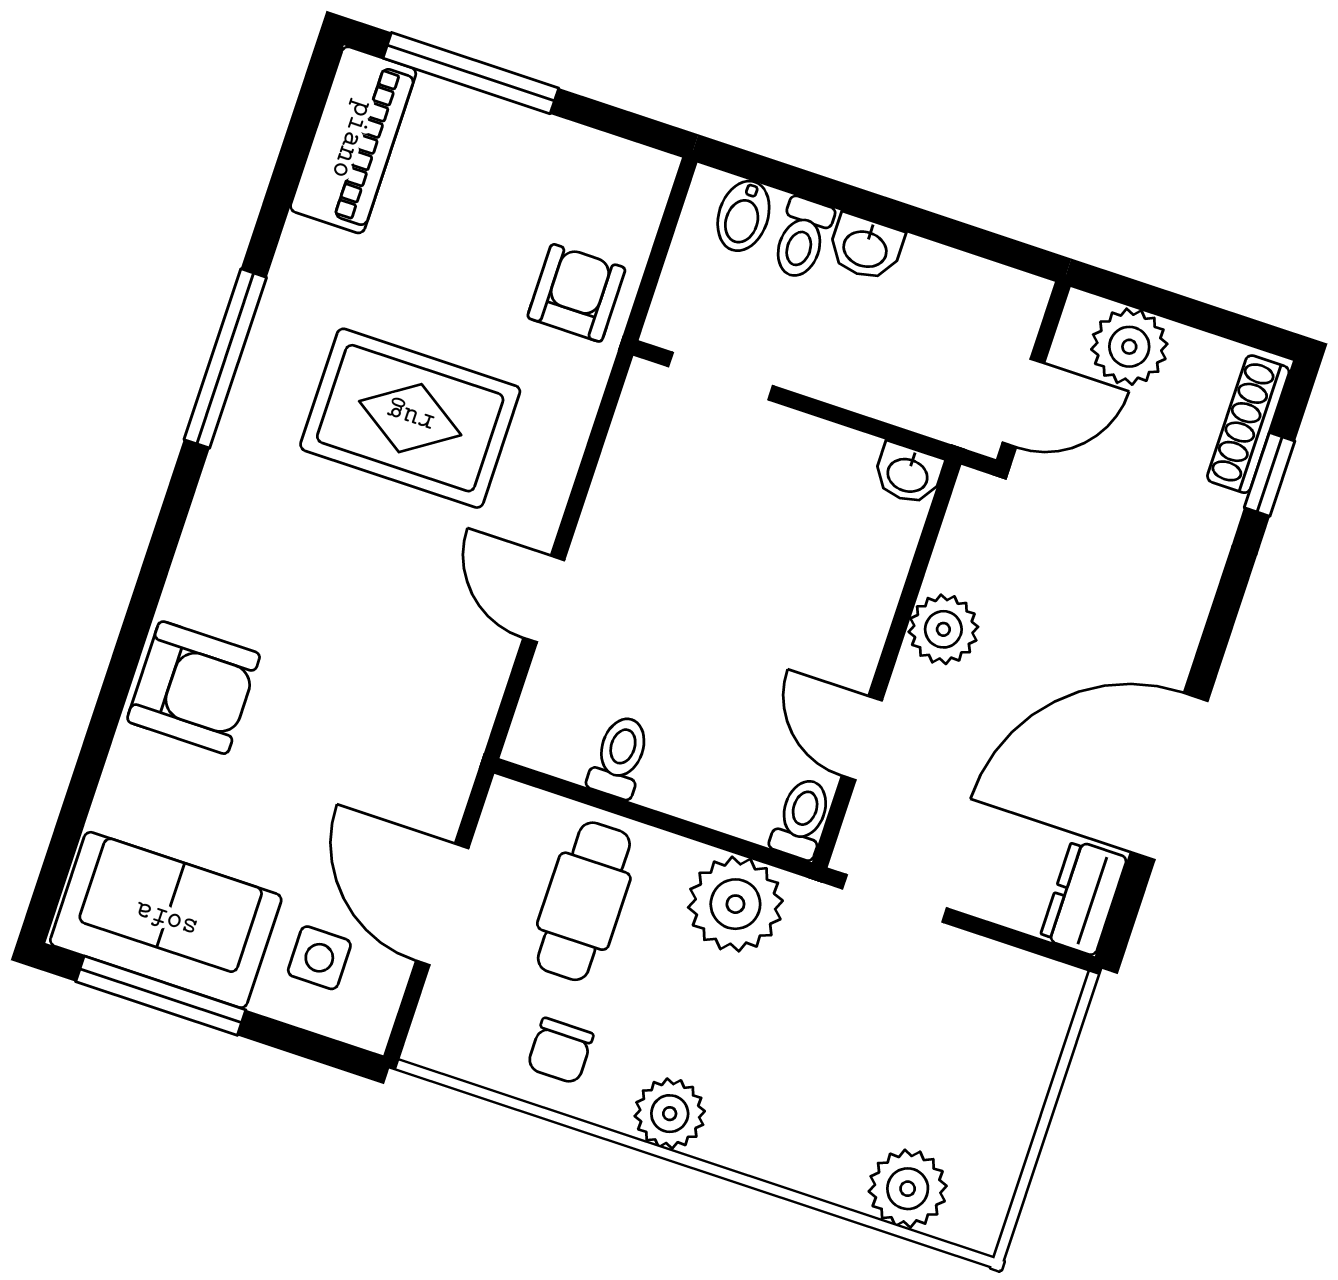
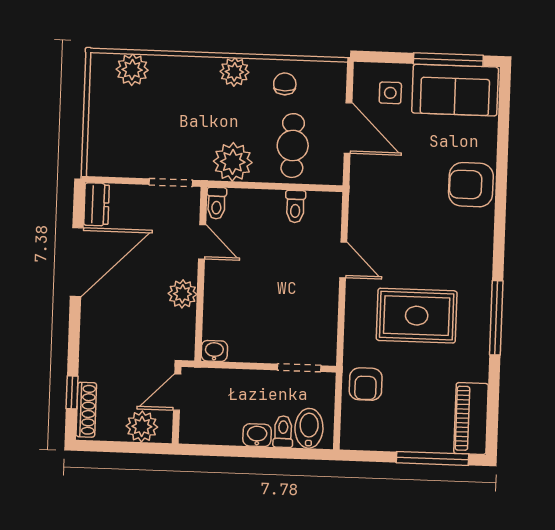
bidet: (743, 216) -> (309, 428), width x1.38, depth x1.36

